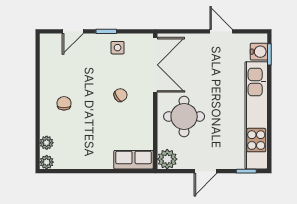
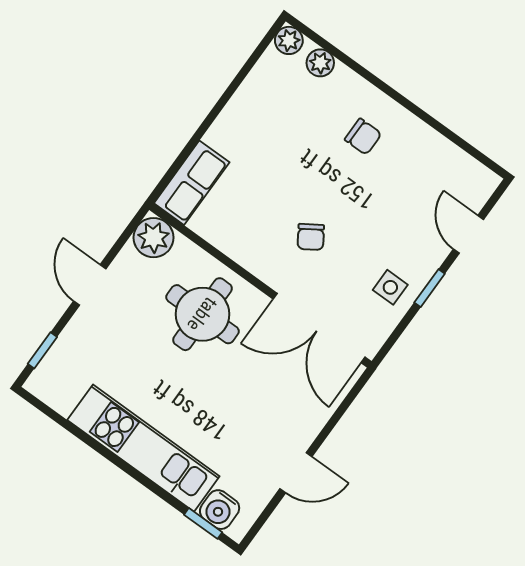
kitchen unit: (256, 115) -> (143, 448), width x0.73

